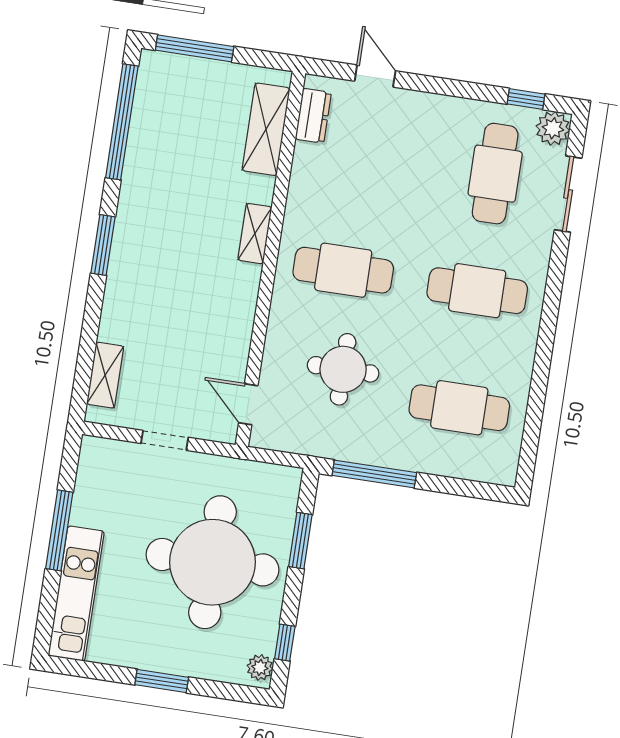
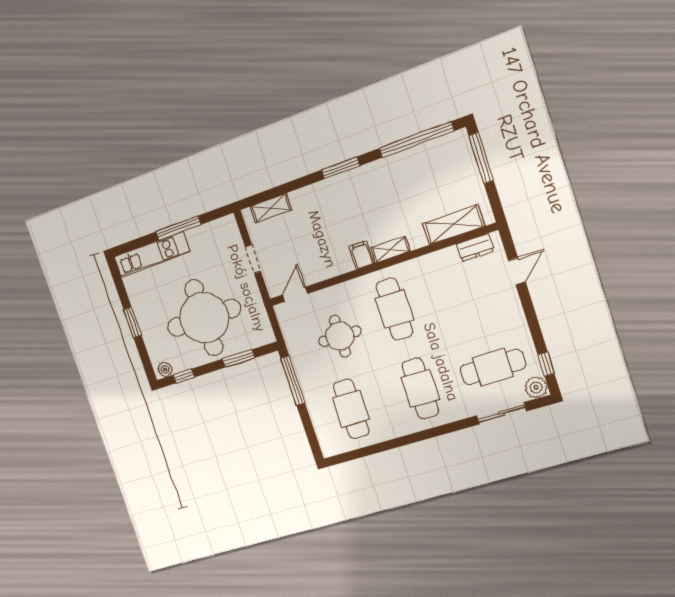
filing cabinet: (242, 278) -> (362, 255), added

